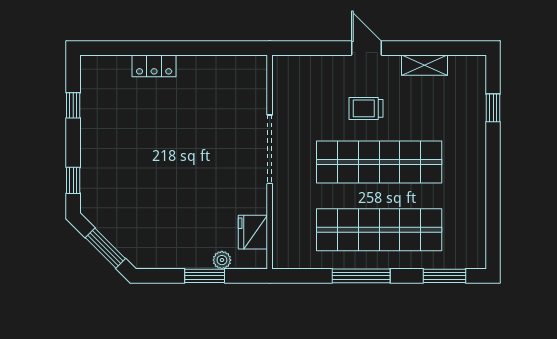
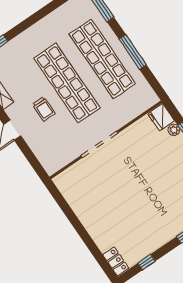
locker: (154, 66) -> (116, 261), moved
fridge: (253, 232) -> (161, 117), moved, turned 90

